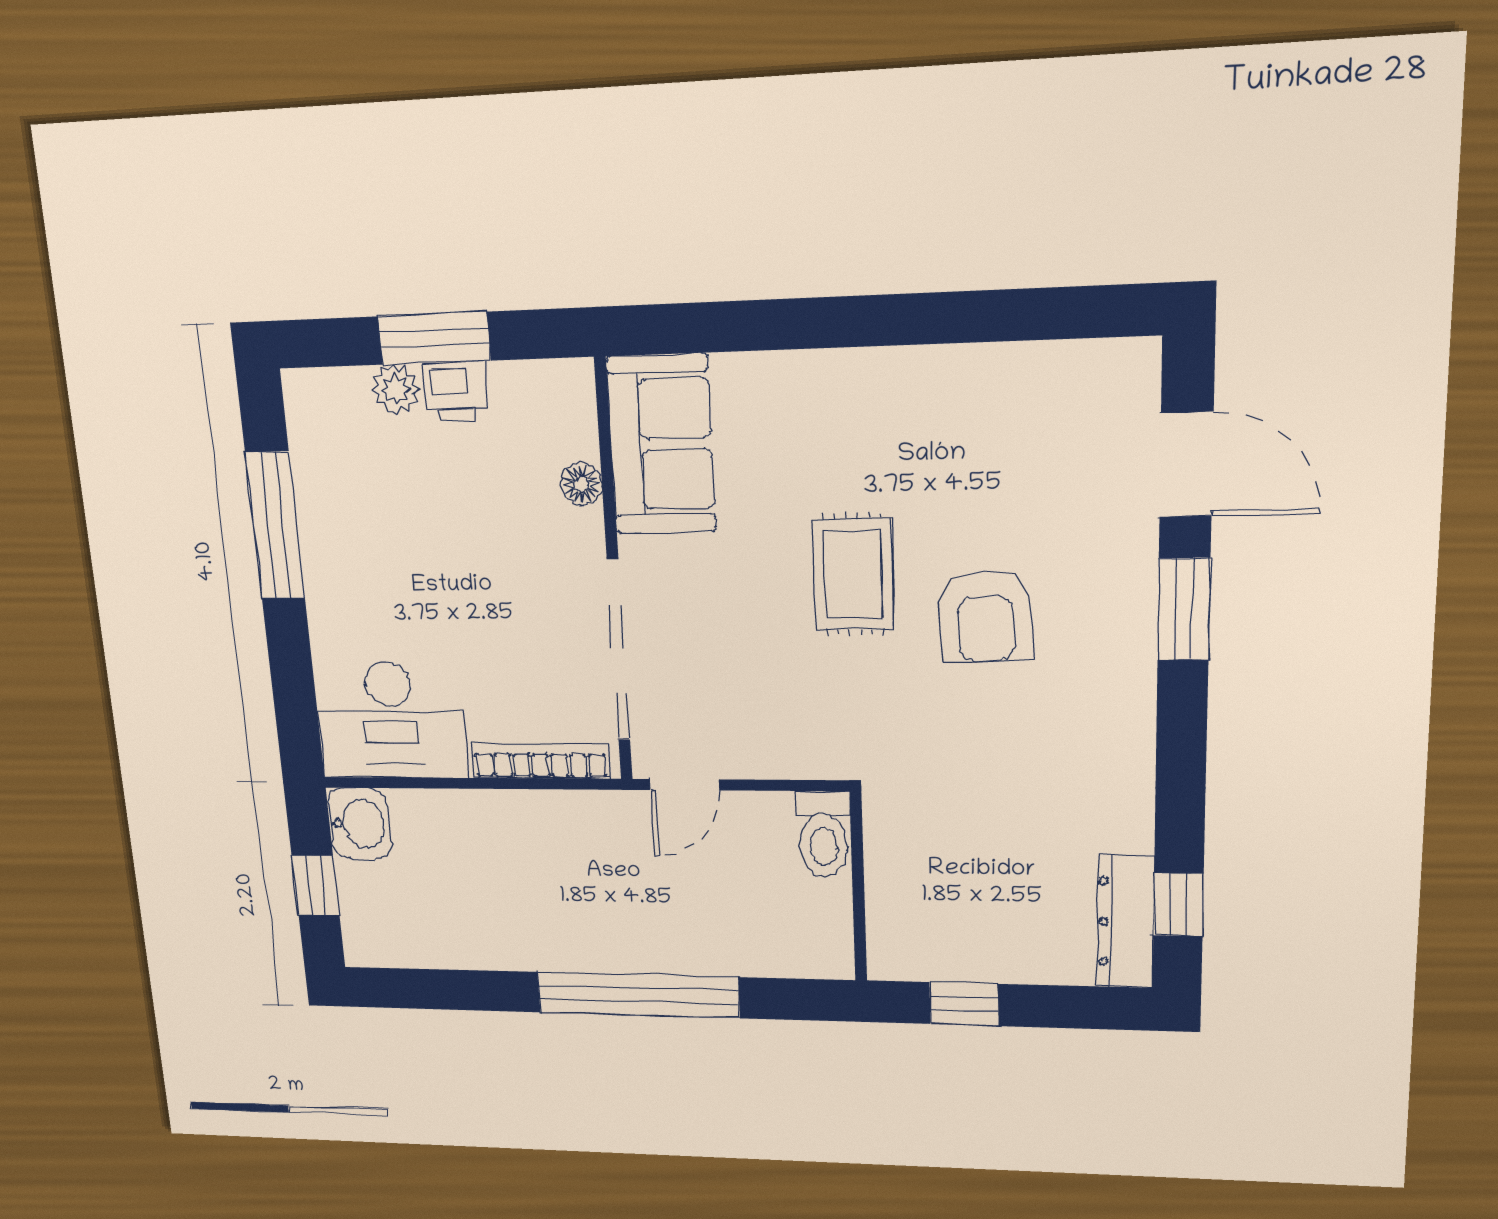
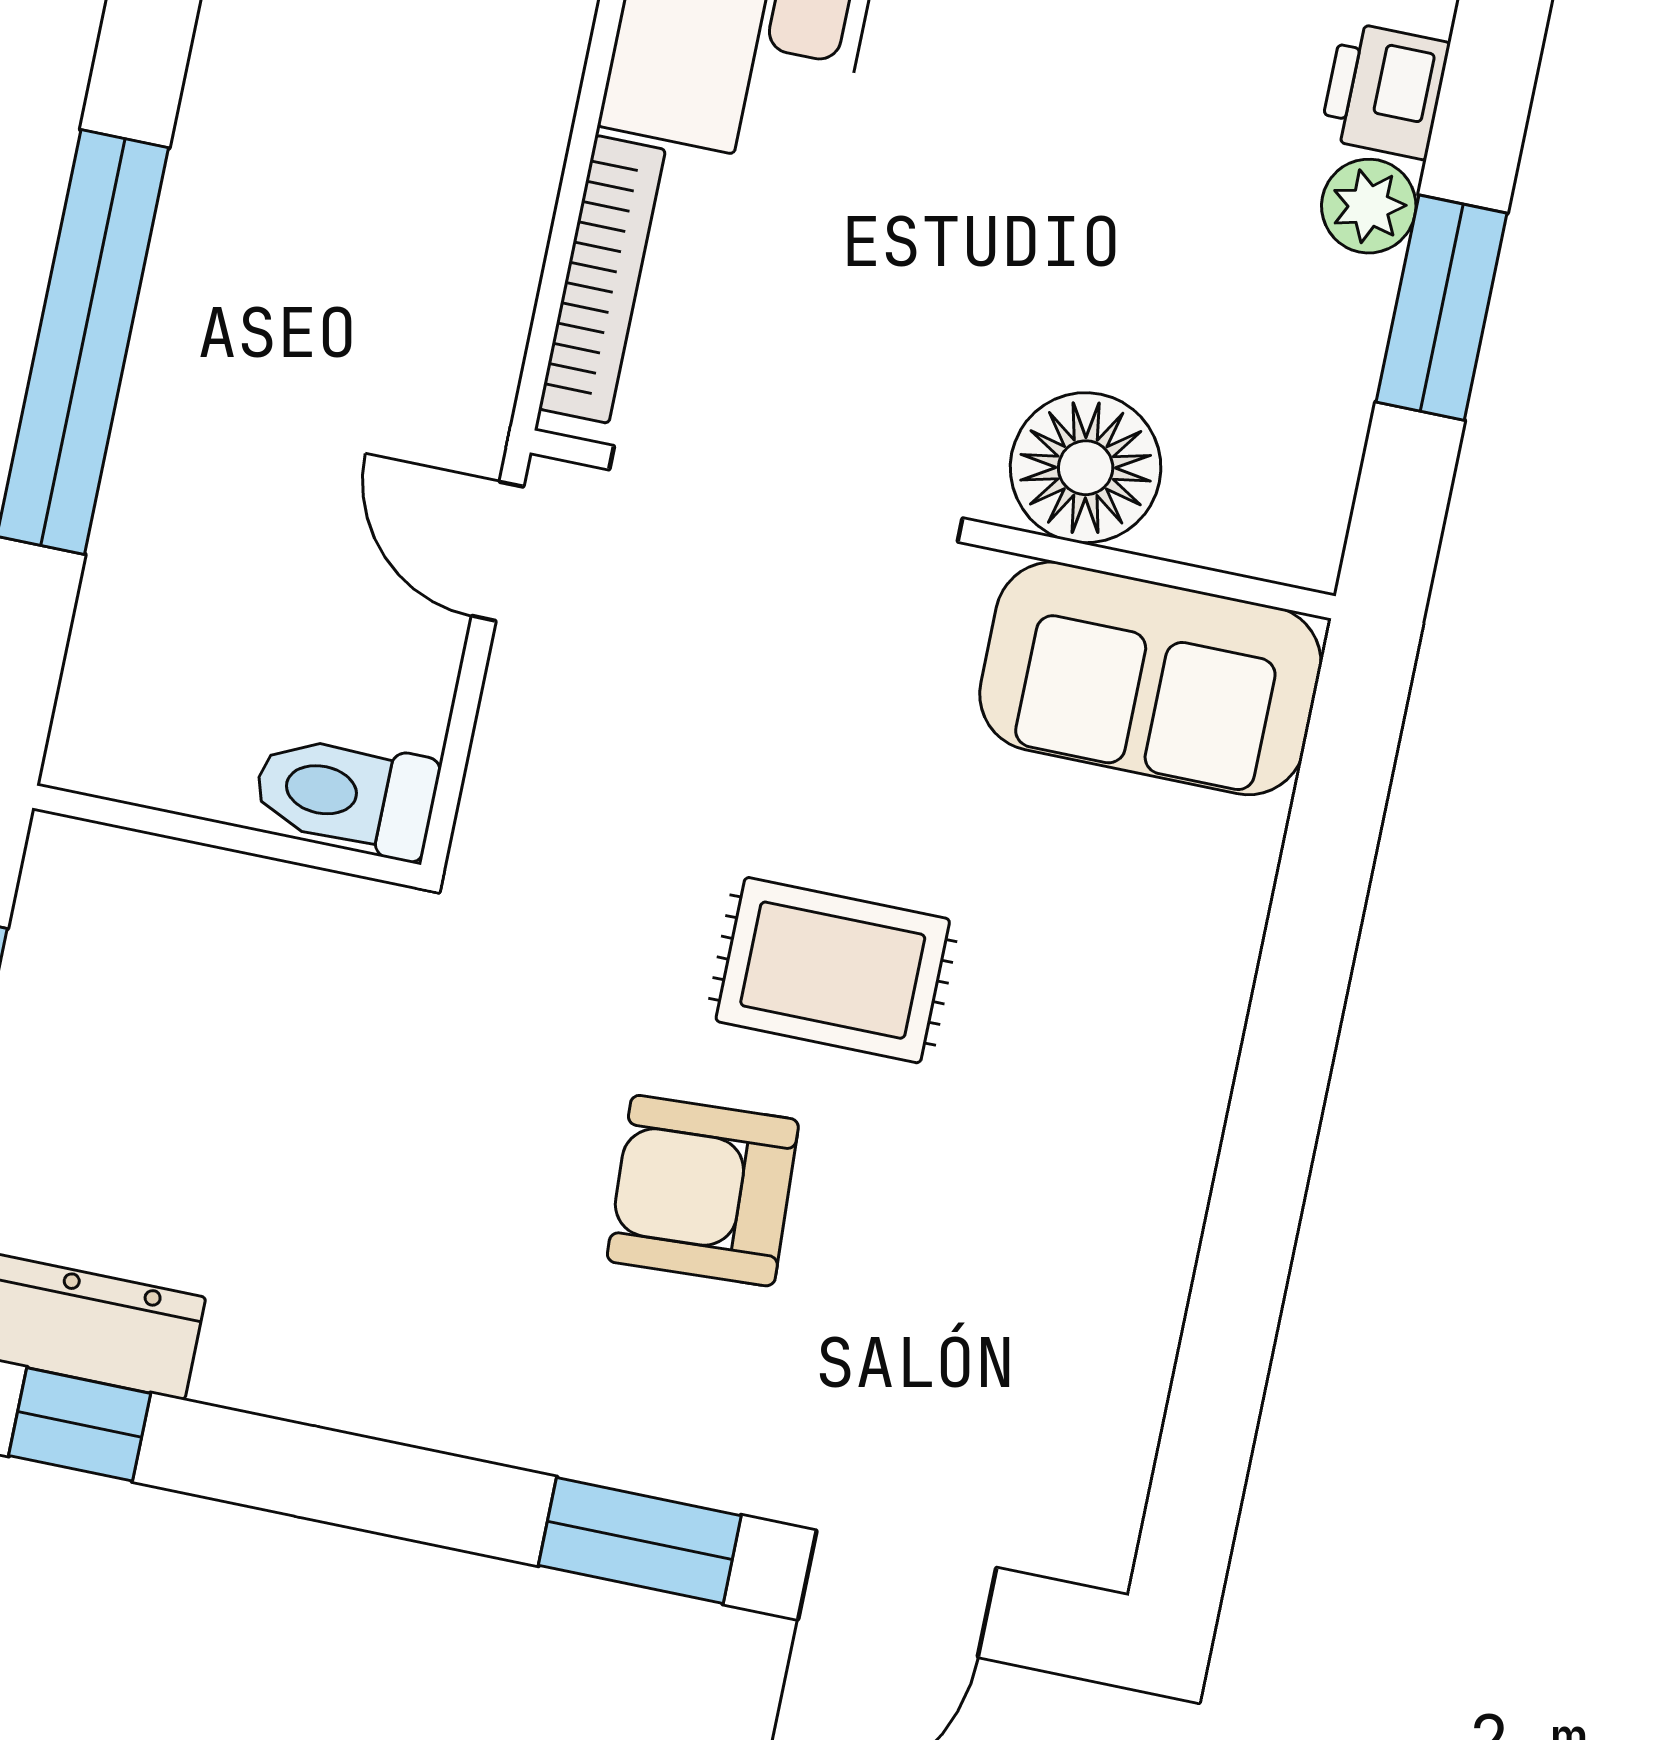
printer: (455, 391) -> (1385, 91), moved
floor lamp: (581, 484) -> (1086, 468), width x1.89, depth x1.89

